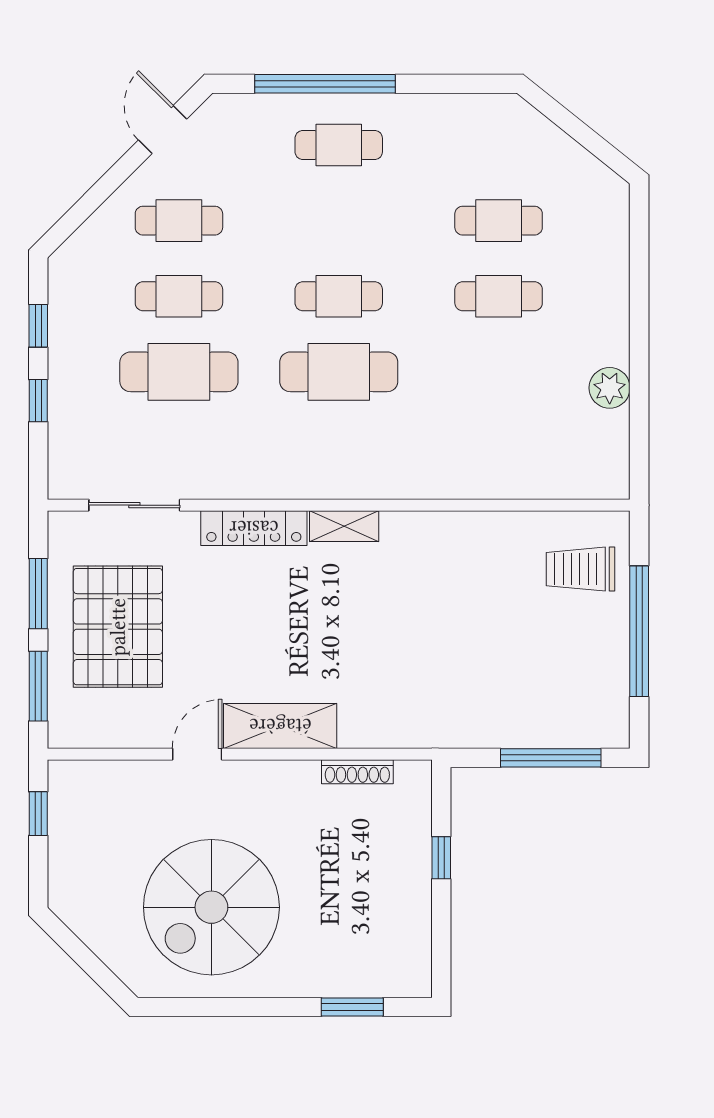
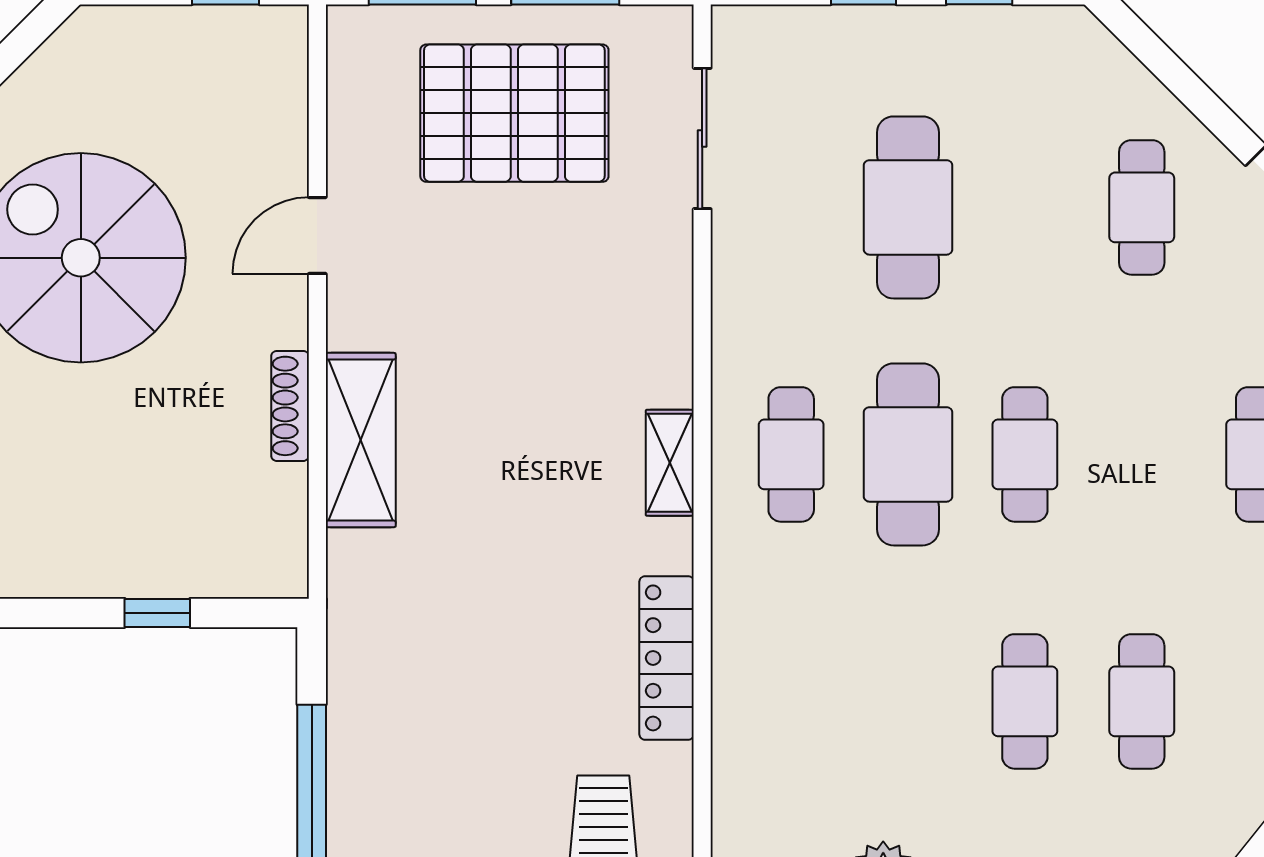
cafe table: (179, 296) -> (791, 454), moved
locker: (254, 528) -> (667, 658), moved
shelving: (280, 726) -> (361, 440), moved
door: (197, 754) -> (317, 235), swing flipped
shoe rack: (357, 772) -> (290, 406), moved

